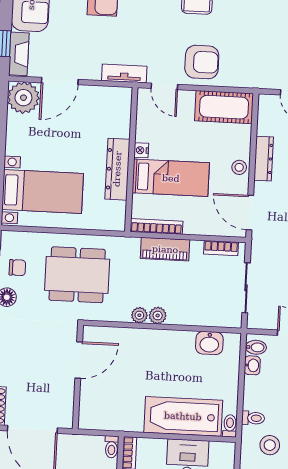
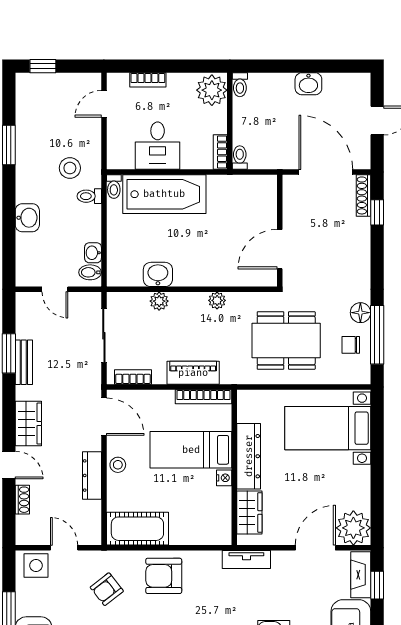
armchair: (255, 52) -> (107, 589), added
door: (164, 86) -> (203, 548), removed
wardrobe: (119, 117) -> (249, 513), added
plant: (158, 316) -> (159, 301), moved
washbasin: (209, 343) -> (158, 274), moved

